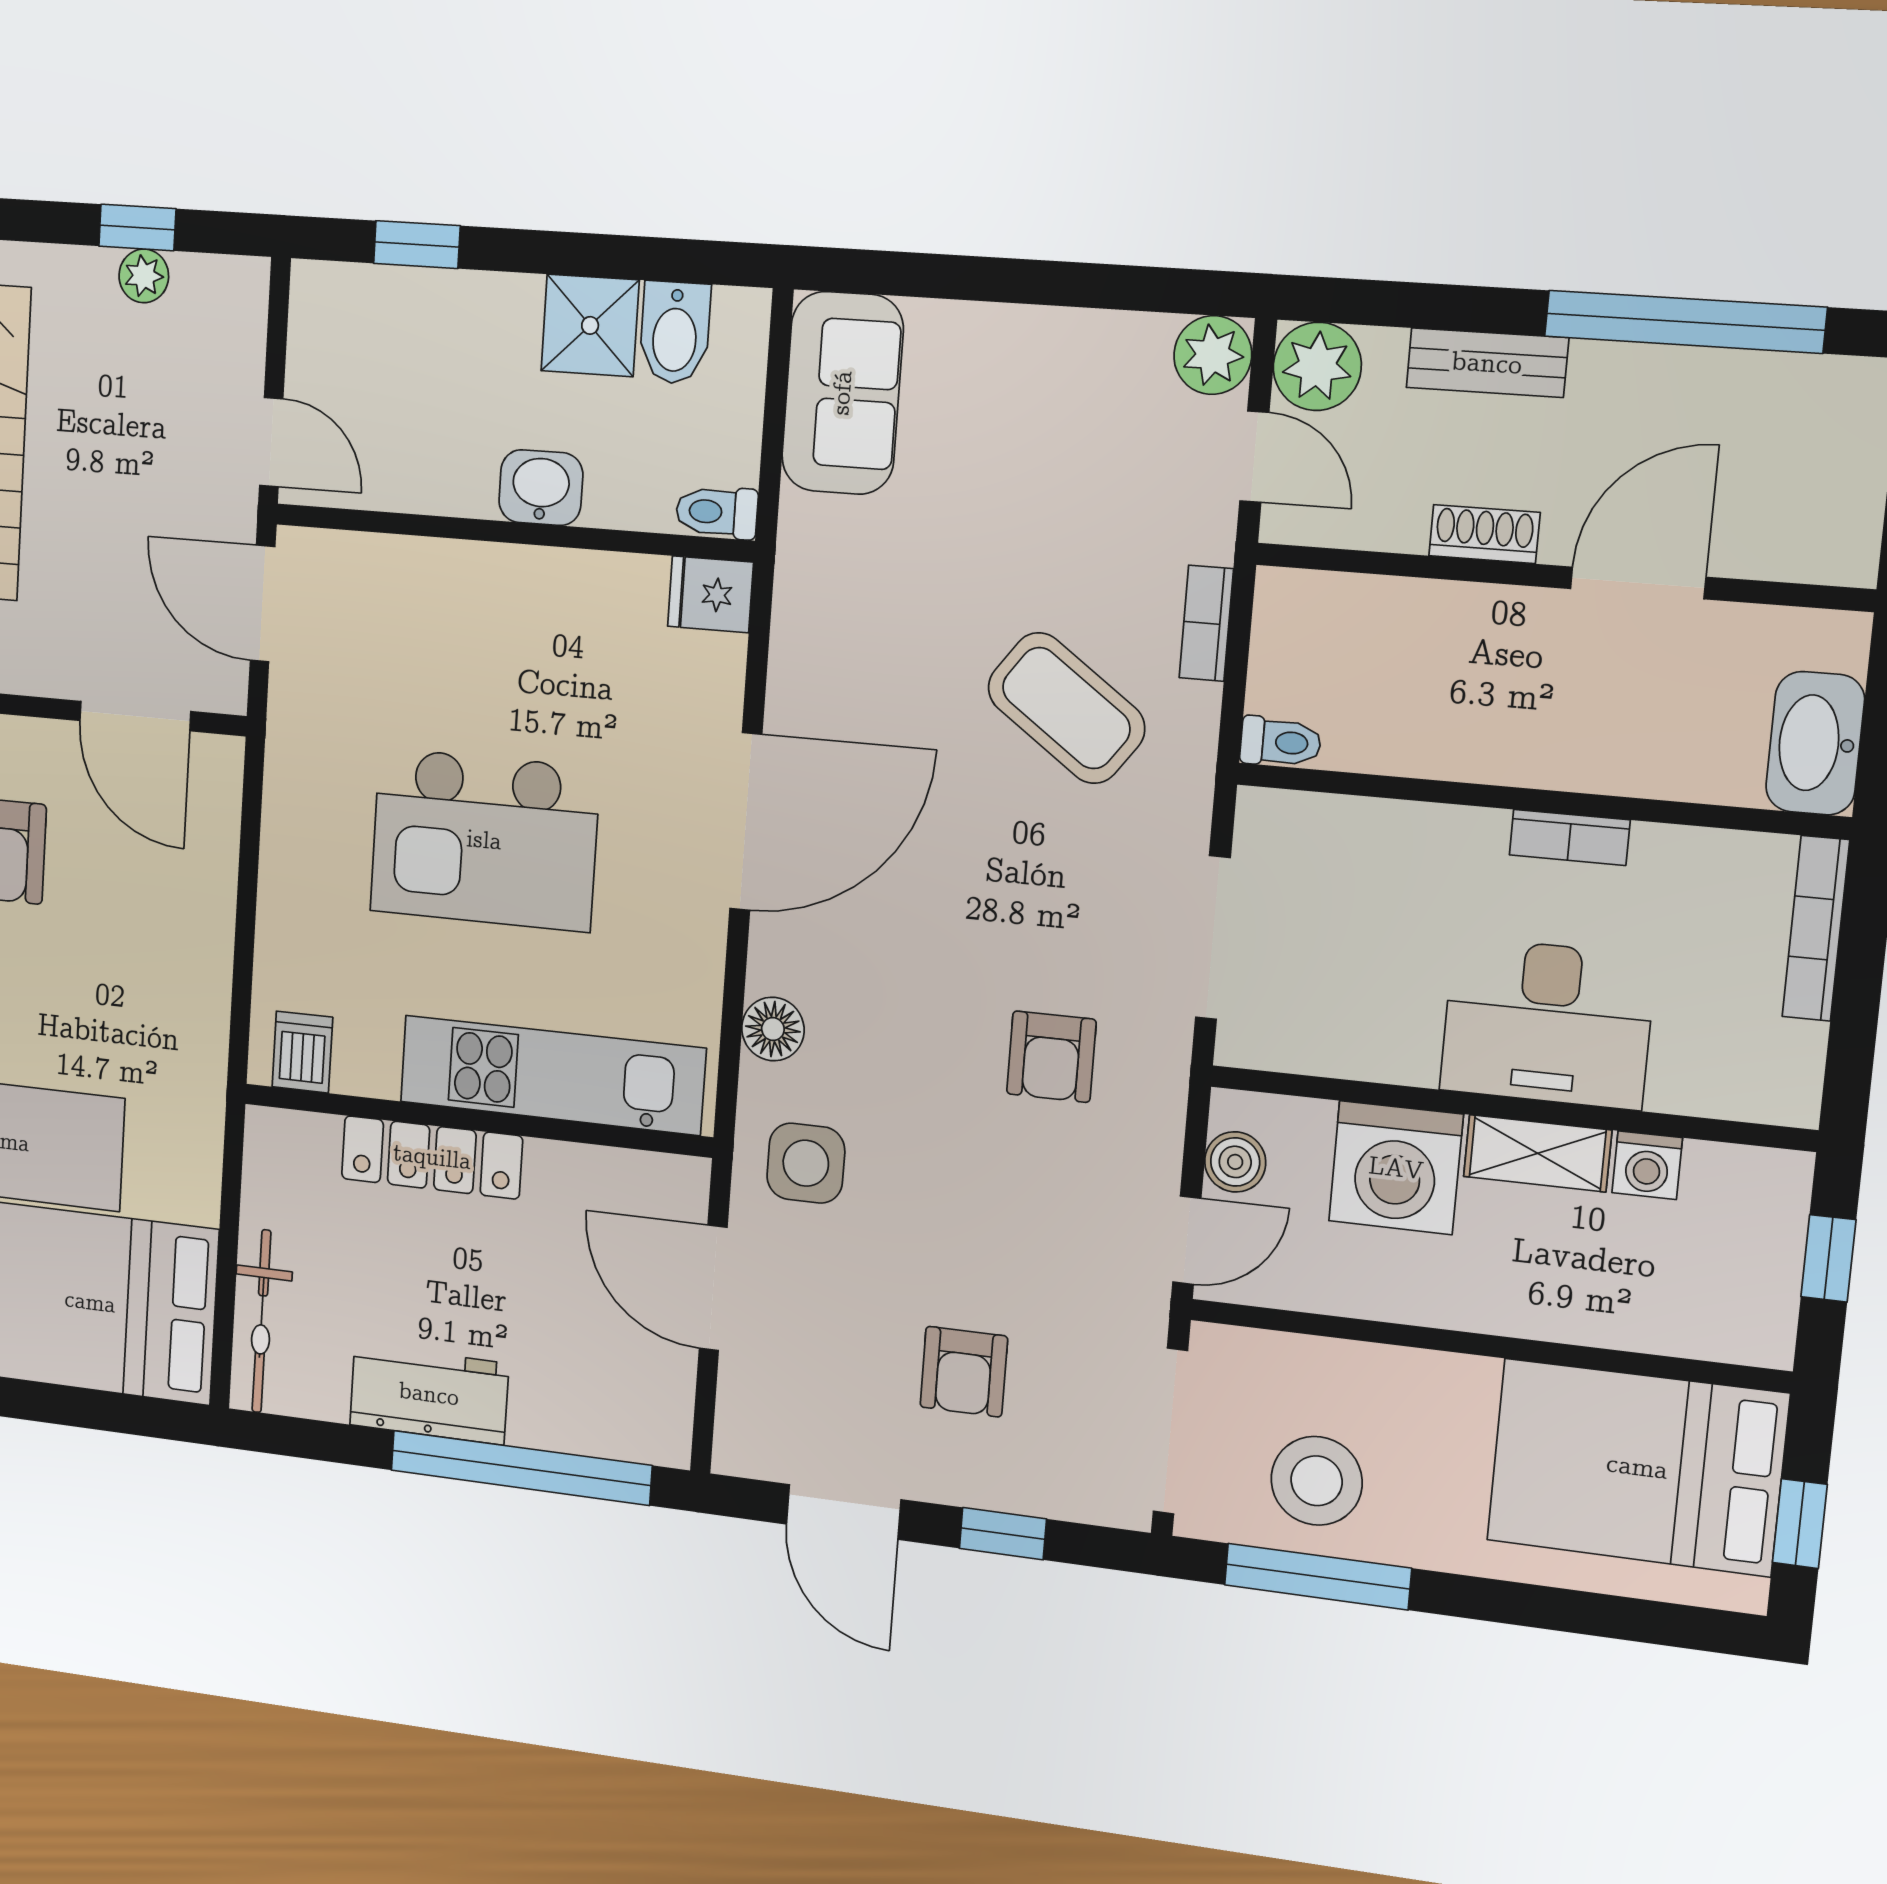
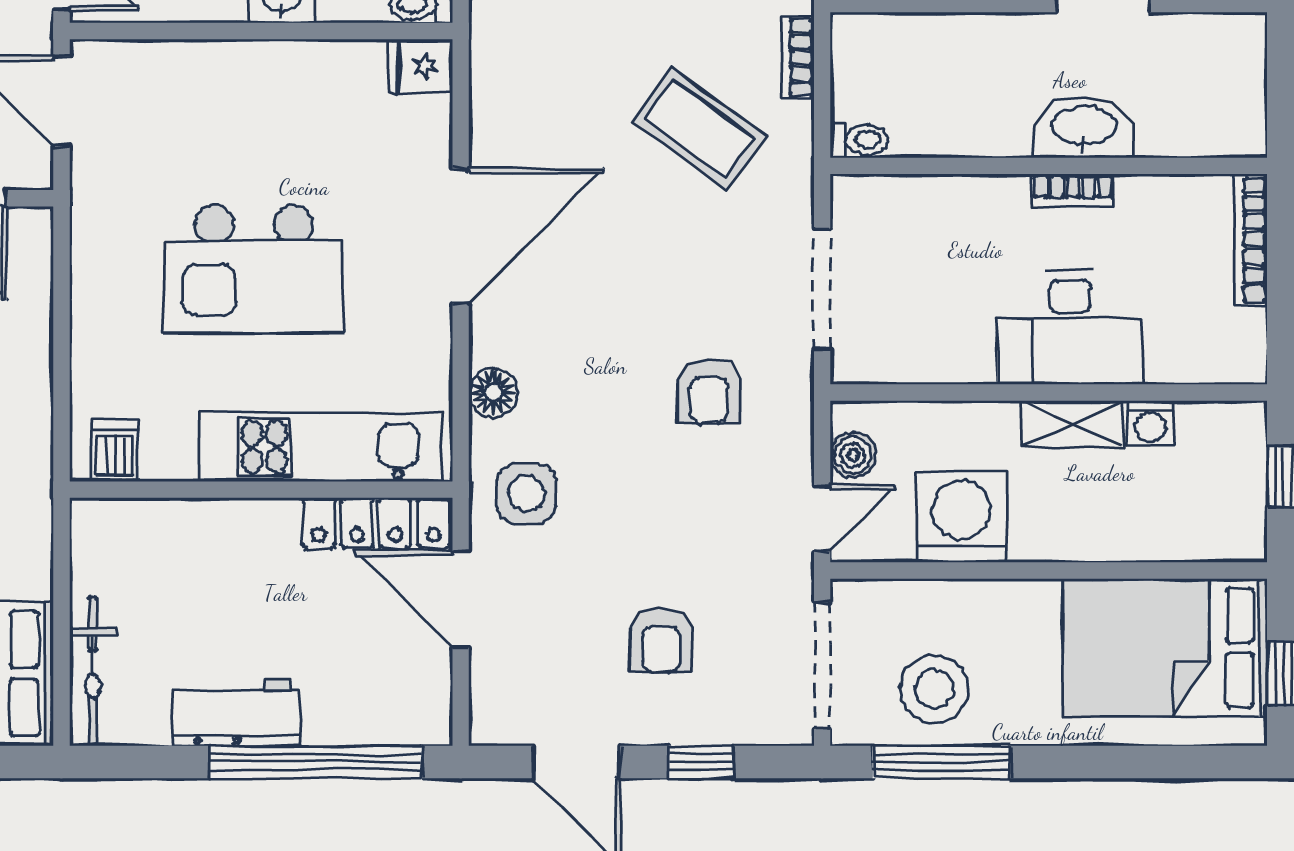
washbasin: (1815, 743) -> (1084, 127), moved, turned 90
locker: (432, 1157) -> (376, 523), moved
washing machine: (1396, 1168) -> (961, 517), moved, turned 180

